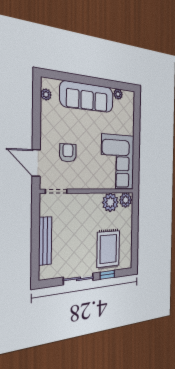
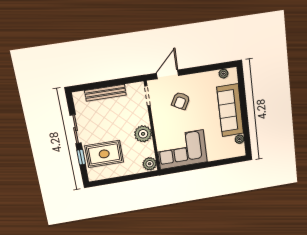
armchair: (68, 153) -> (181, 101), turned 119
plant: (110, 202) -> (143, 134), moved

